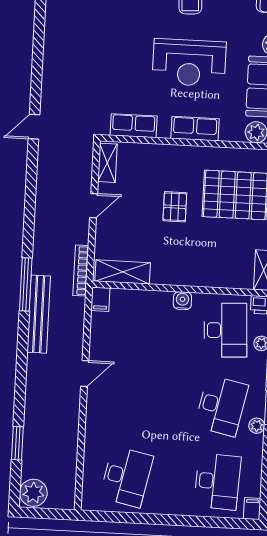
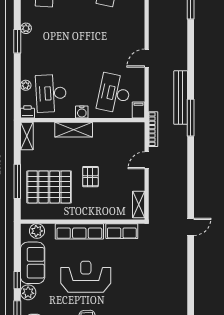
row of seats: (195, 129) -> (79, 231), width x1.48
door: (94, 206) -> (147, 160), moved
shelving: (123, 272) -> (74, 130), moved
desk: (221, 406) -> (114, 93), moved

